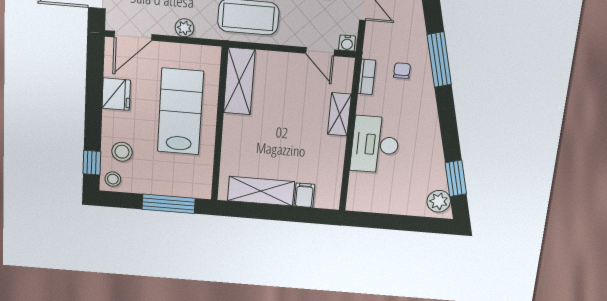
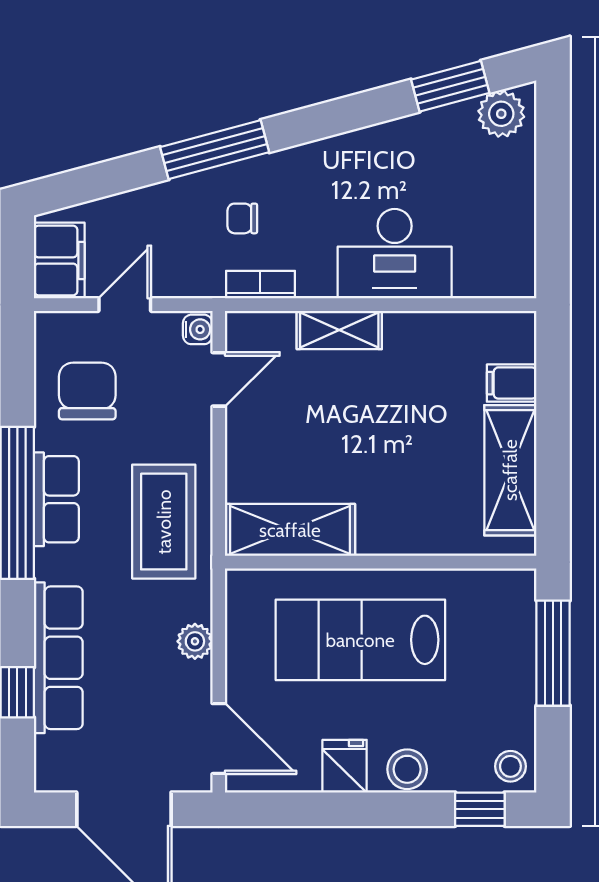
fridge: (116, 94) -> (345, 766), width x0.72
stool: (122, 152) -> (407, 769), moved

